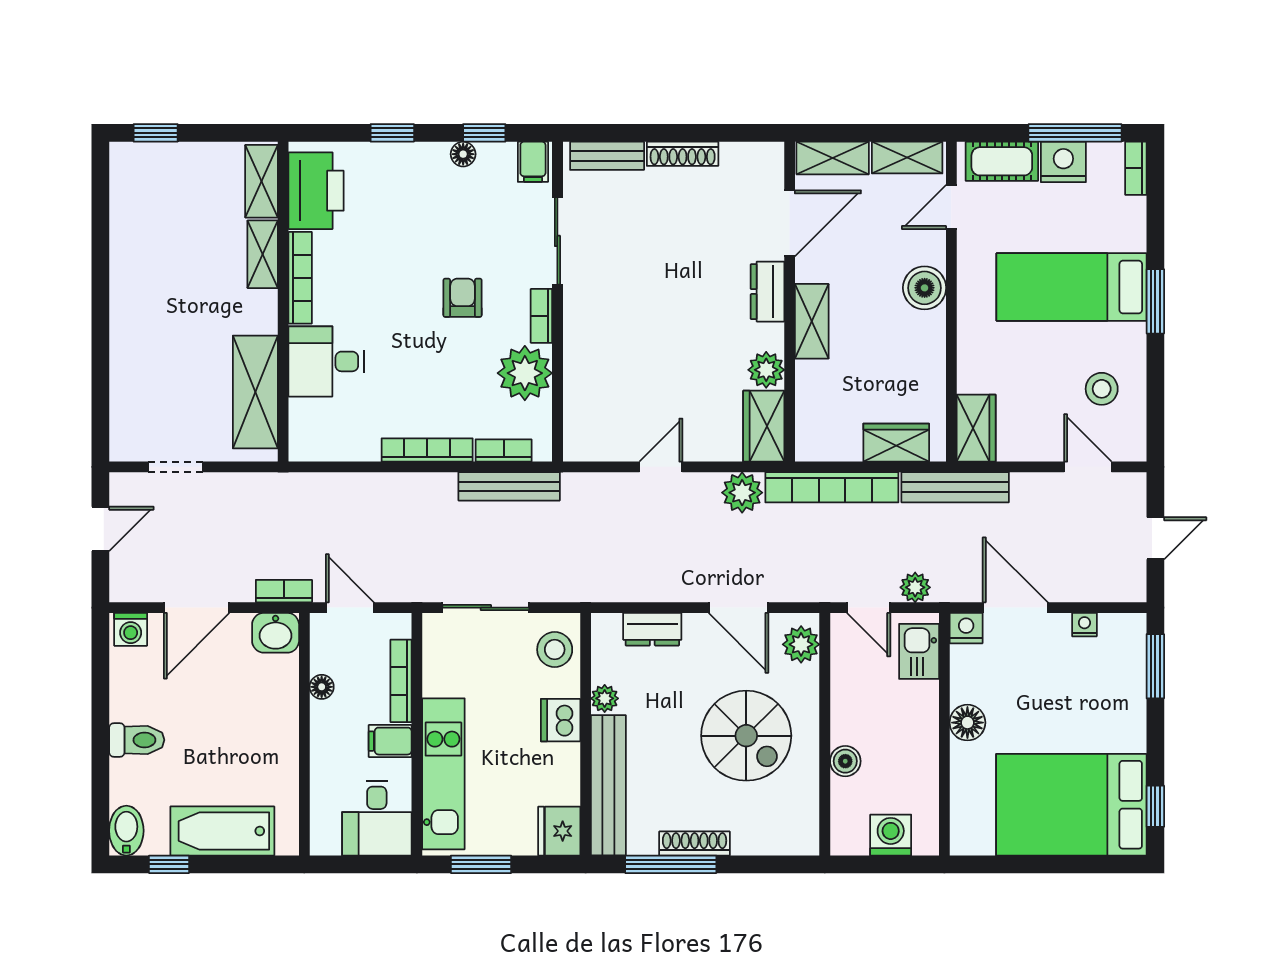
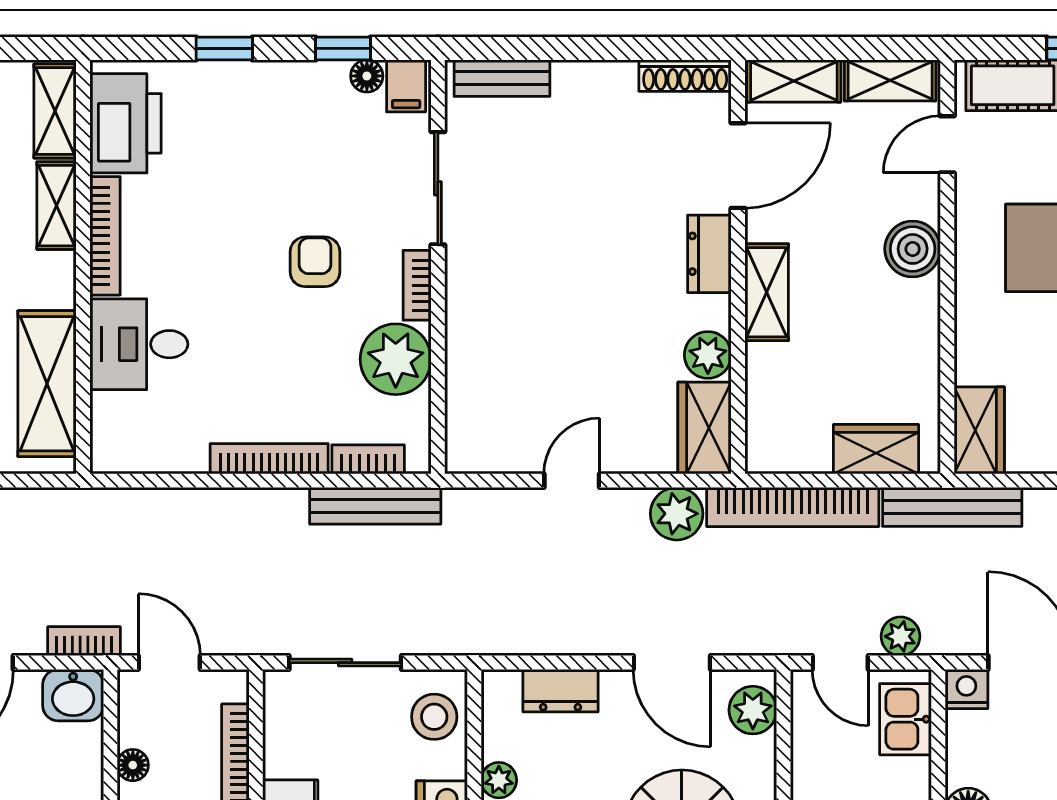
floor lamp: (463, 154) -> (367, 76), moved
shoe rack: (683, 154) -> (685, 76), moved

